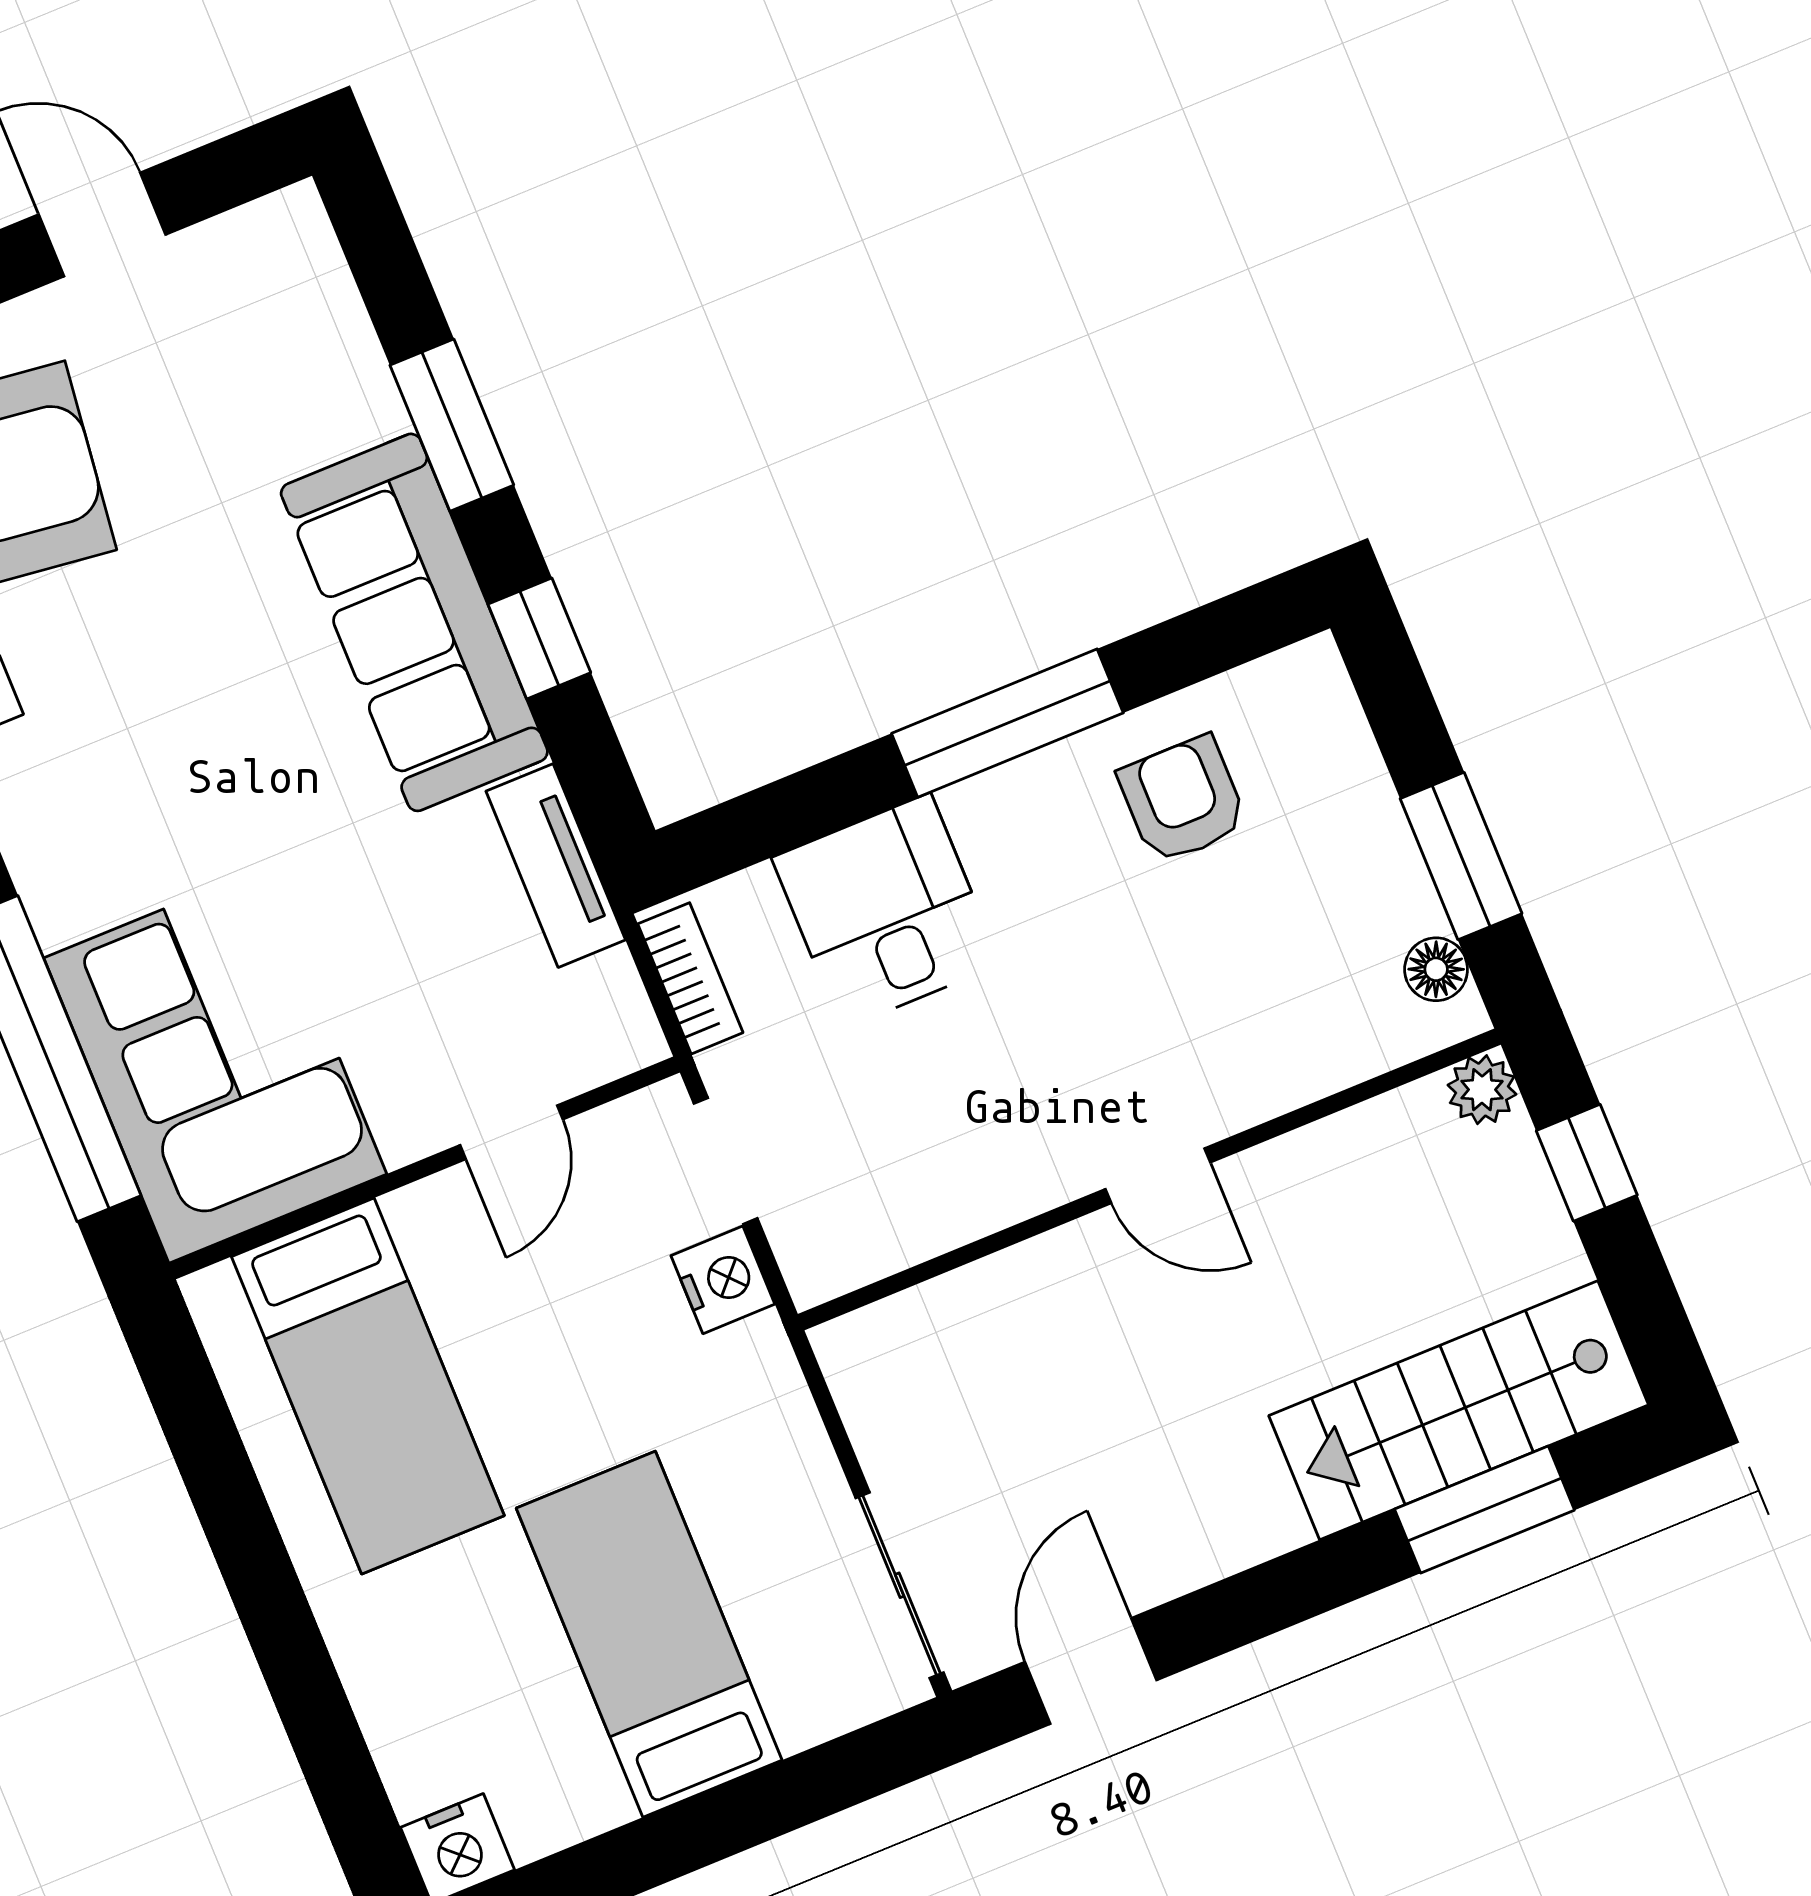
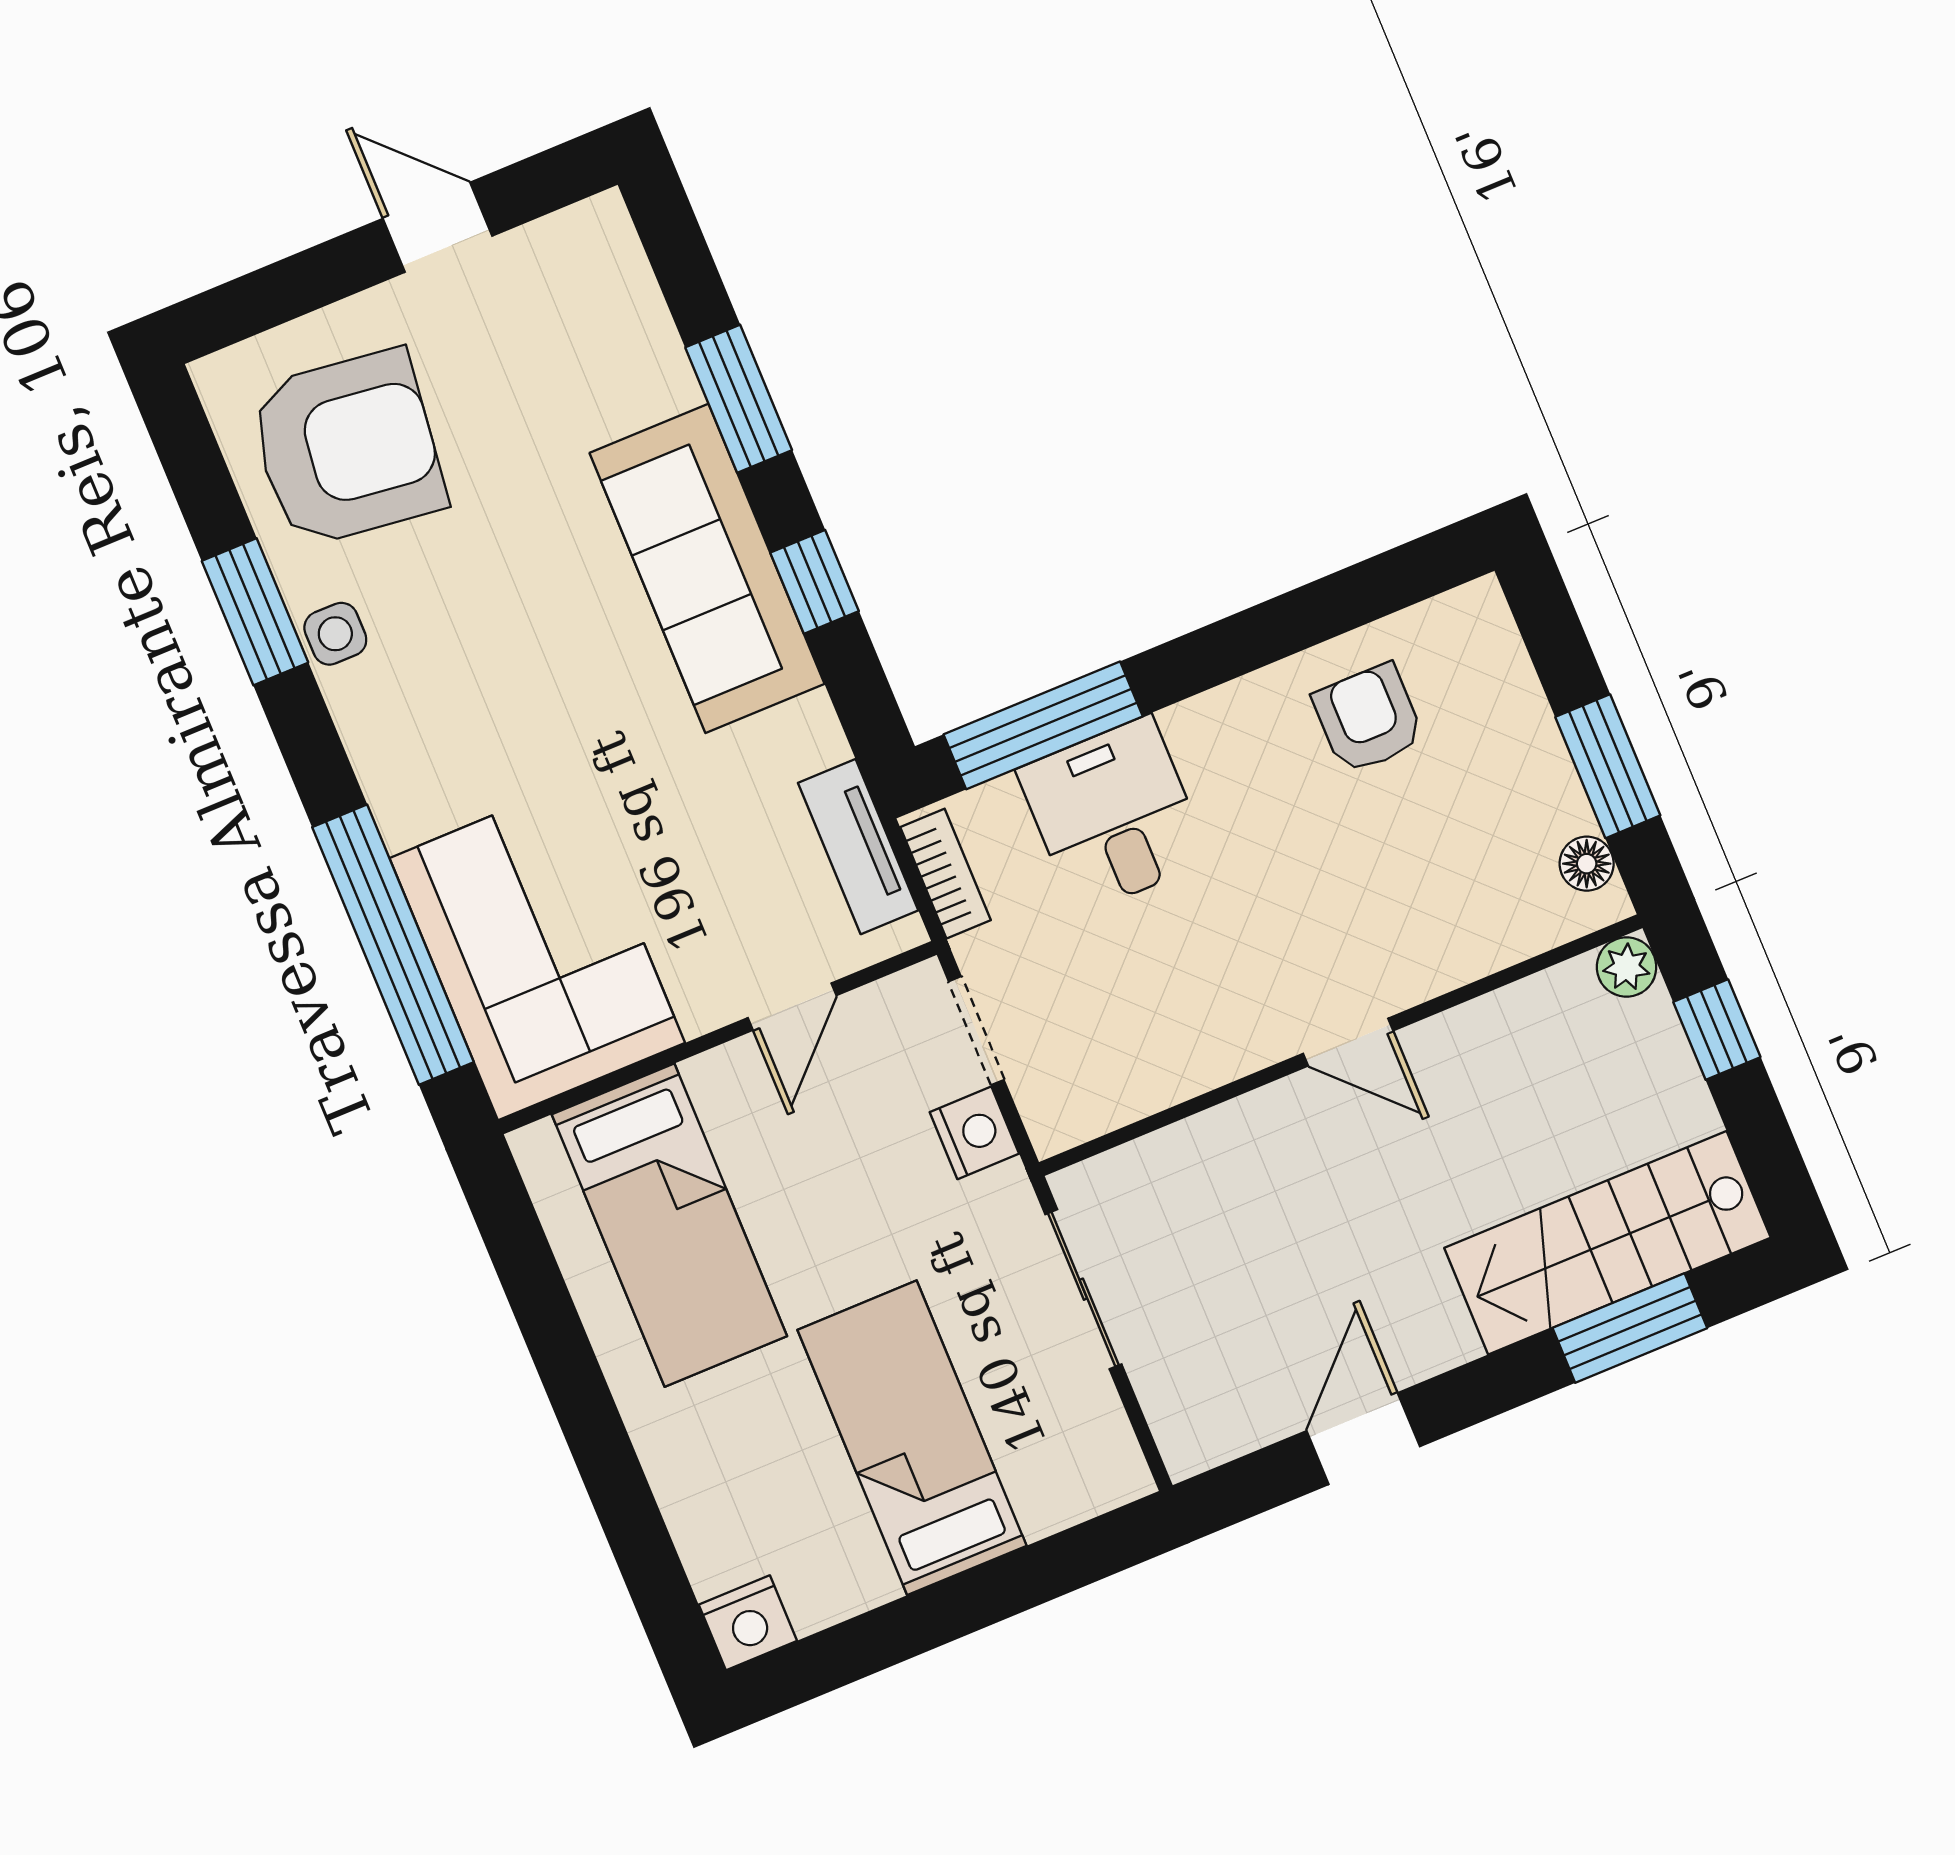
window: (1007, 723) -> (1043, 725), moved
tv unit: (556, 866) -> (858, 847), moved
sliding door: (900, 1585) -> (1083, 1289), moved
door: (1091, 1671) -> (1363, 1439), moved

